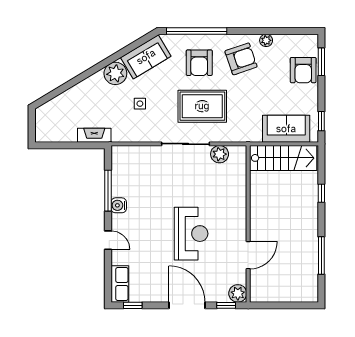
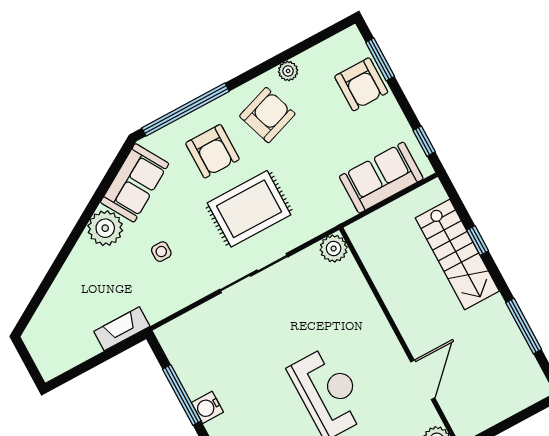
plant: (220, 154) -> (334, 249), moved
stairs: (283, 158) -> (457, 254), moved, turned 90

